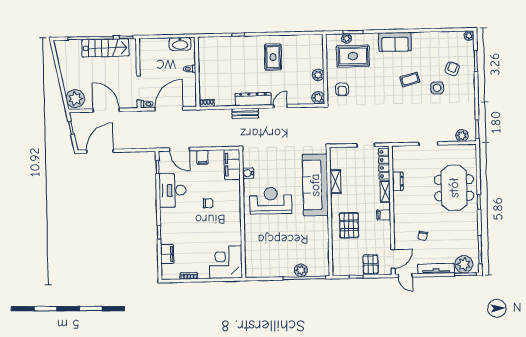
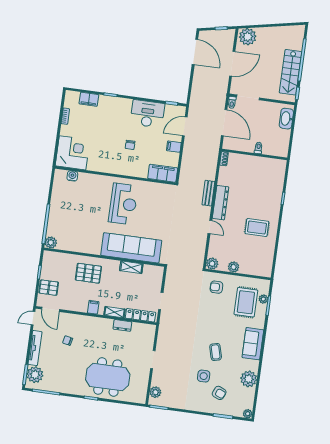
plant: (432, 40) -> (249, 379), added
washbasin: (180, 44) -> (286, 119), moved
water cooler: (248, 173) -> (72, 176), moved
plant: (301, 270) -> (51, 243), moved

